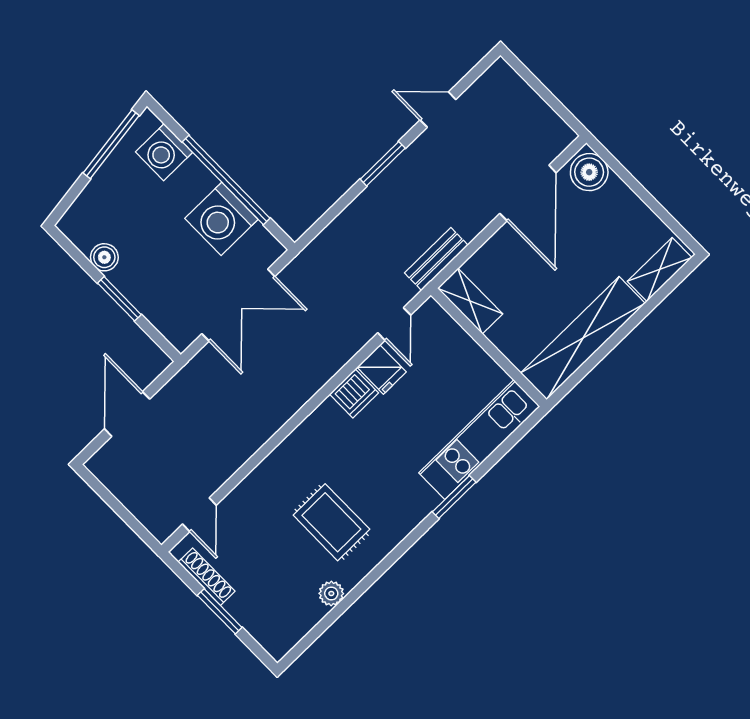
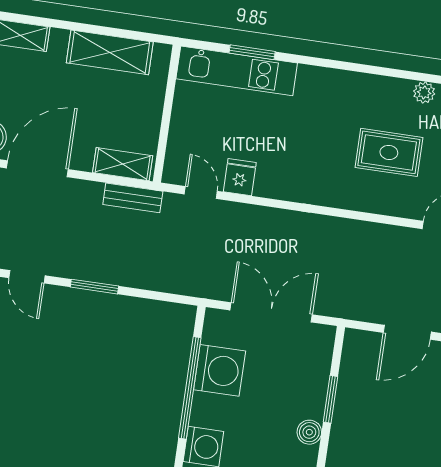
shelving: (470, 301) -> (123, 164), moved, turned 90
door: (394, 324) -> (201, 193), hinge flipped
shelving: (583, 338) -> (110, 52), width x0.68
dishwasher: (354, 393) -> (271, 184), removed
window: (454, 497) -> (252, 52), moved
rug: (331, 522) -> (389, 152), moved, turned 90

